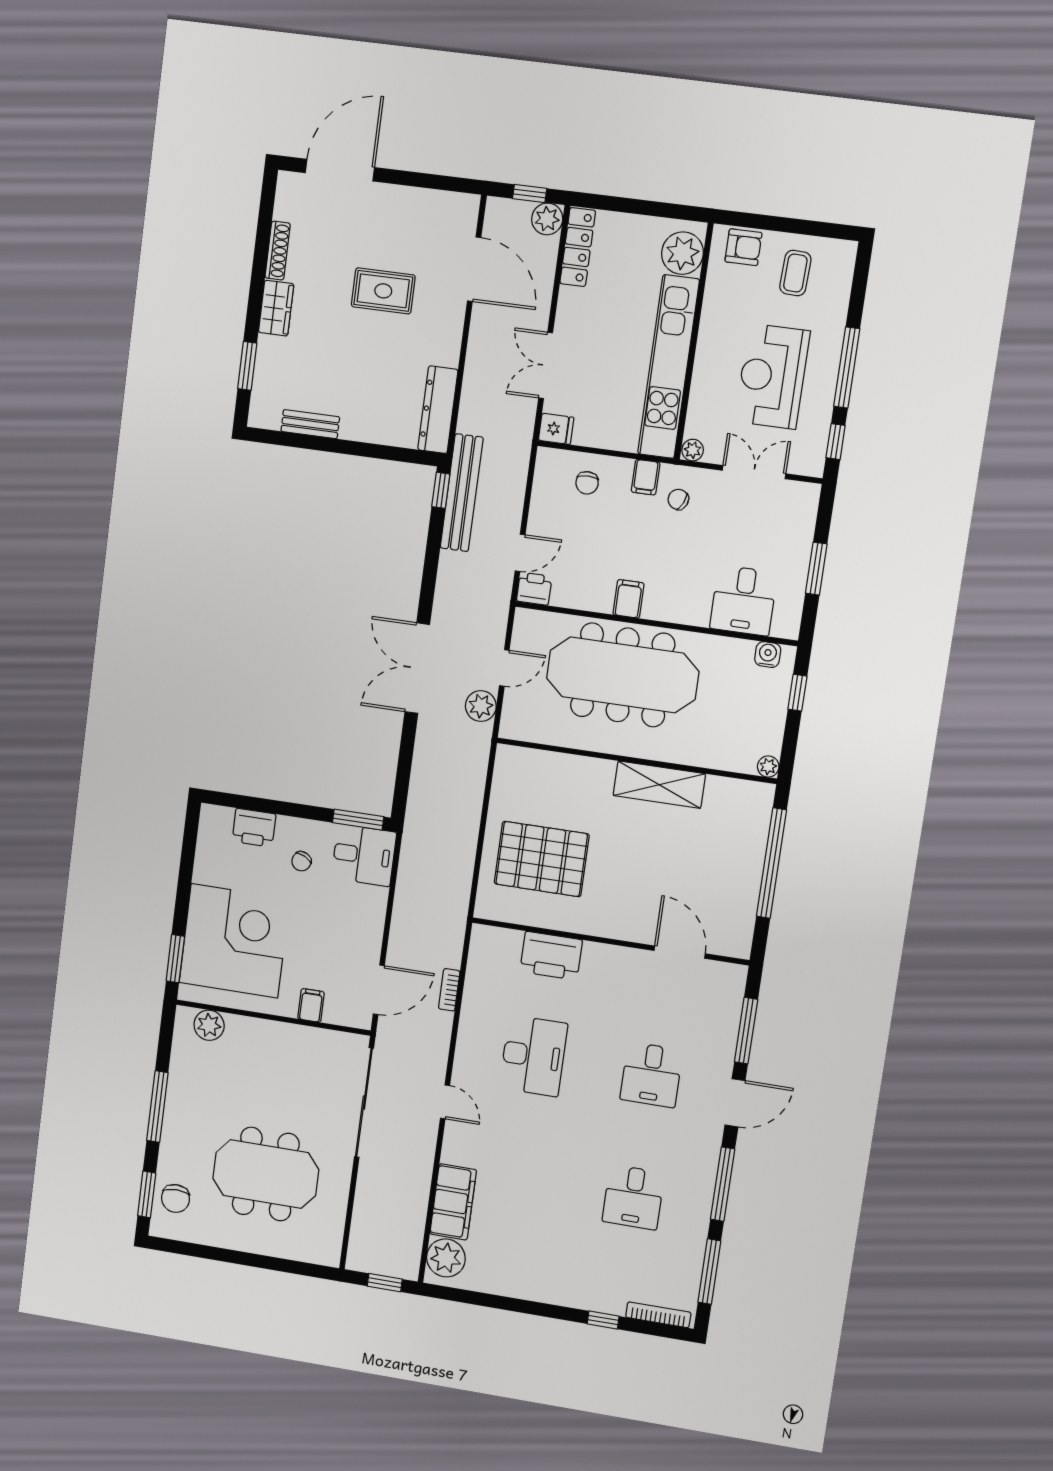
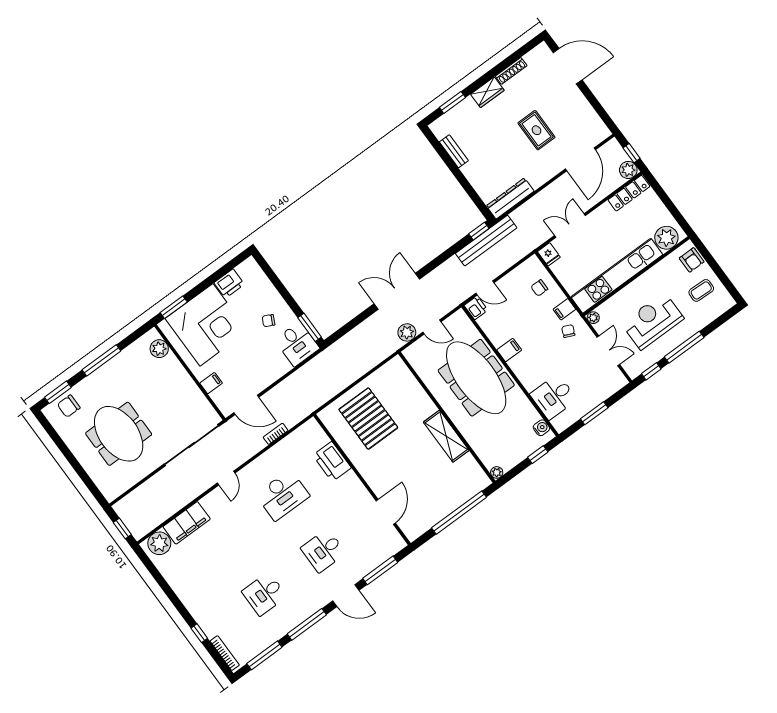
printer: (254, 828) -> (229, 284), moved, turned -90

